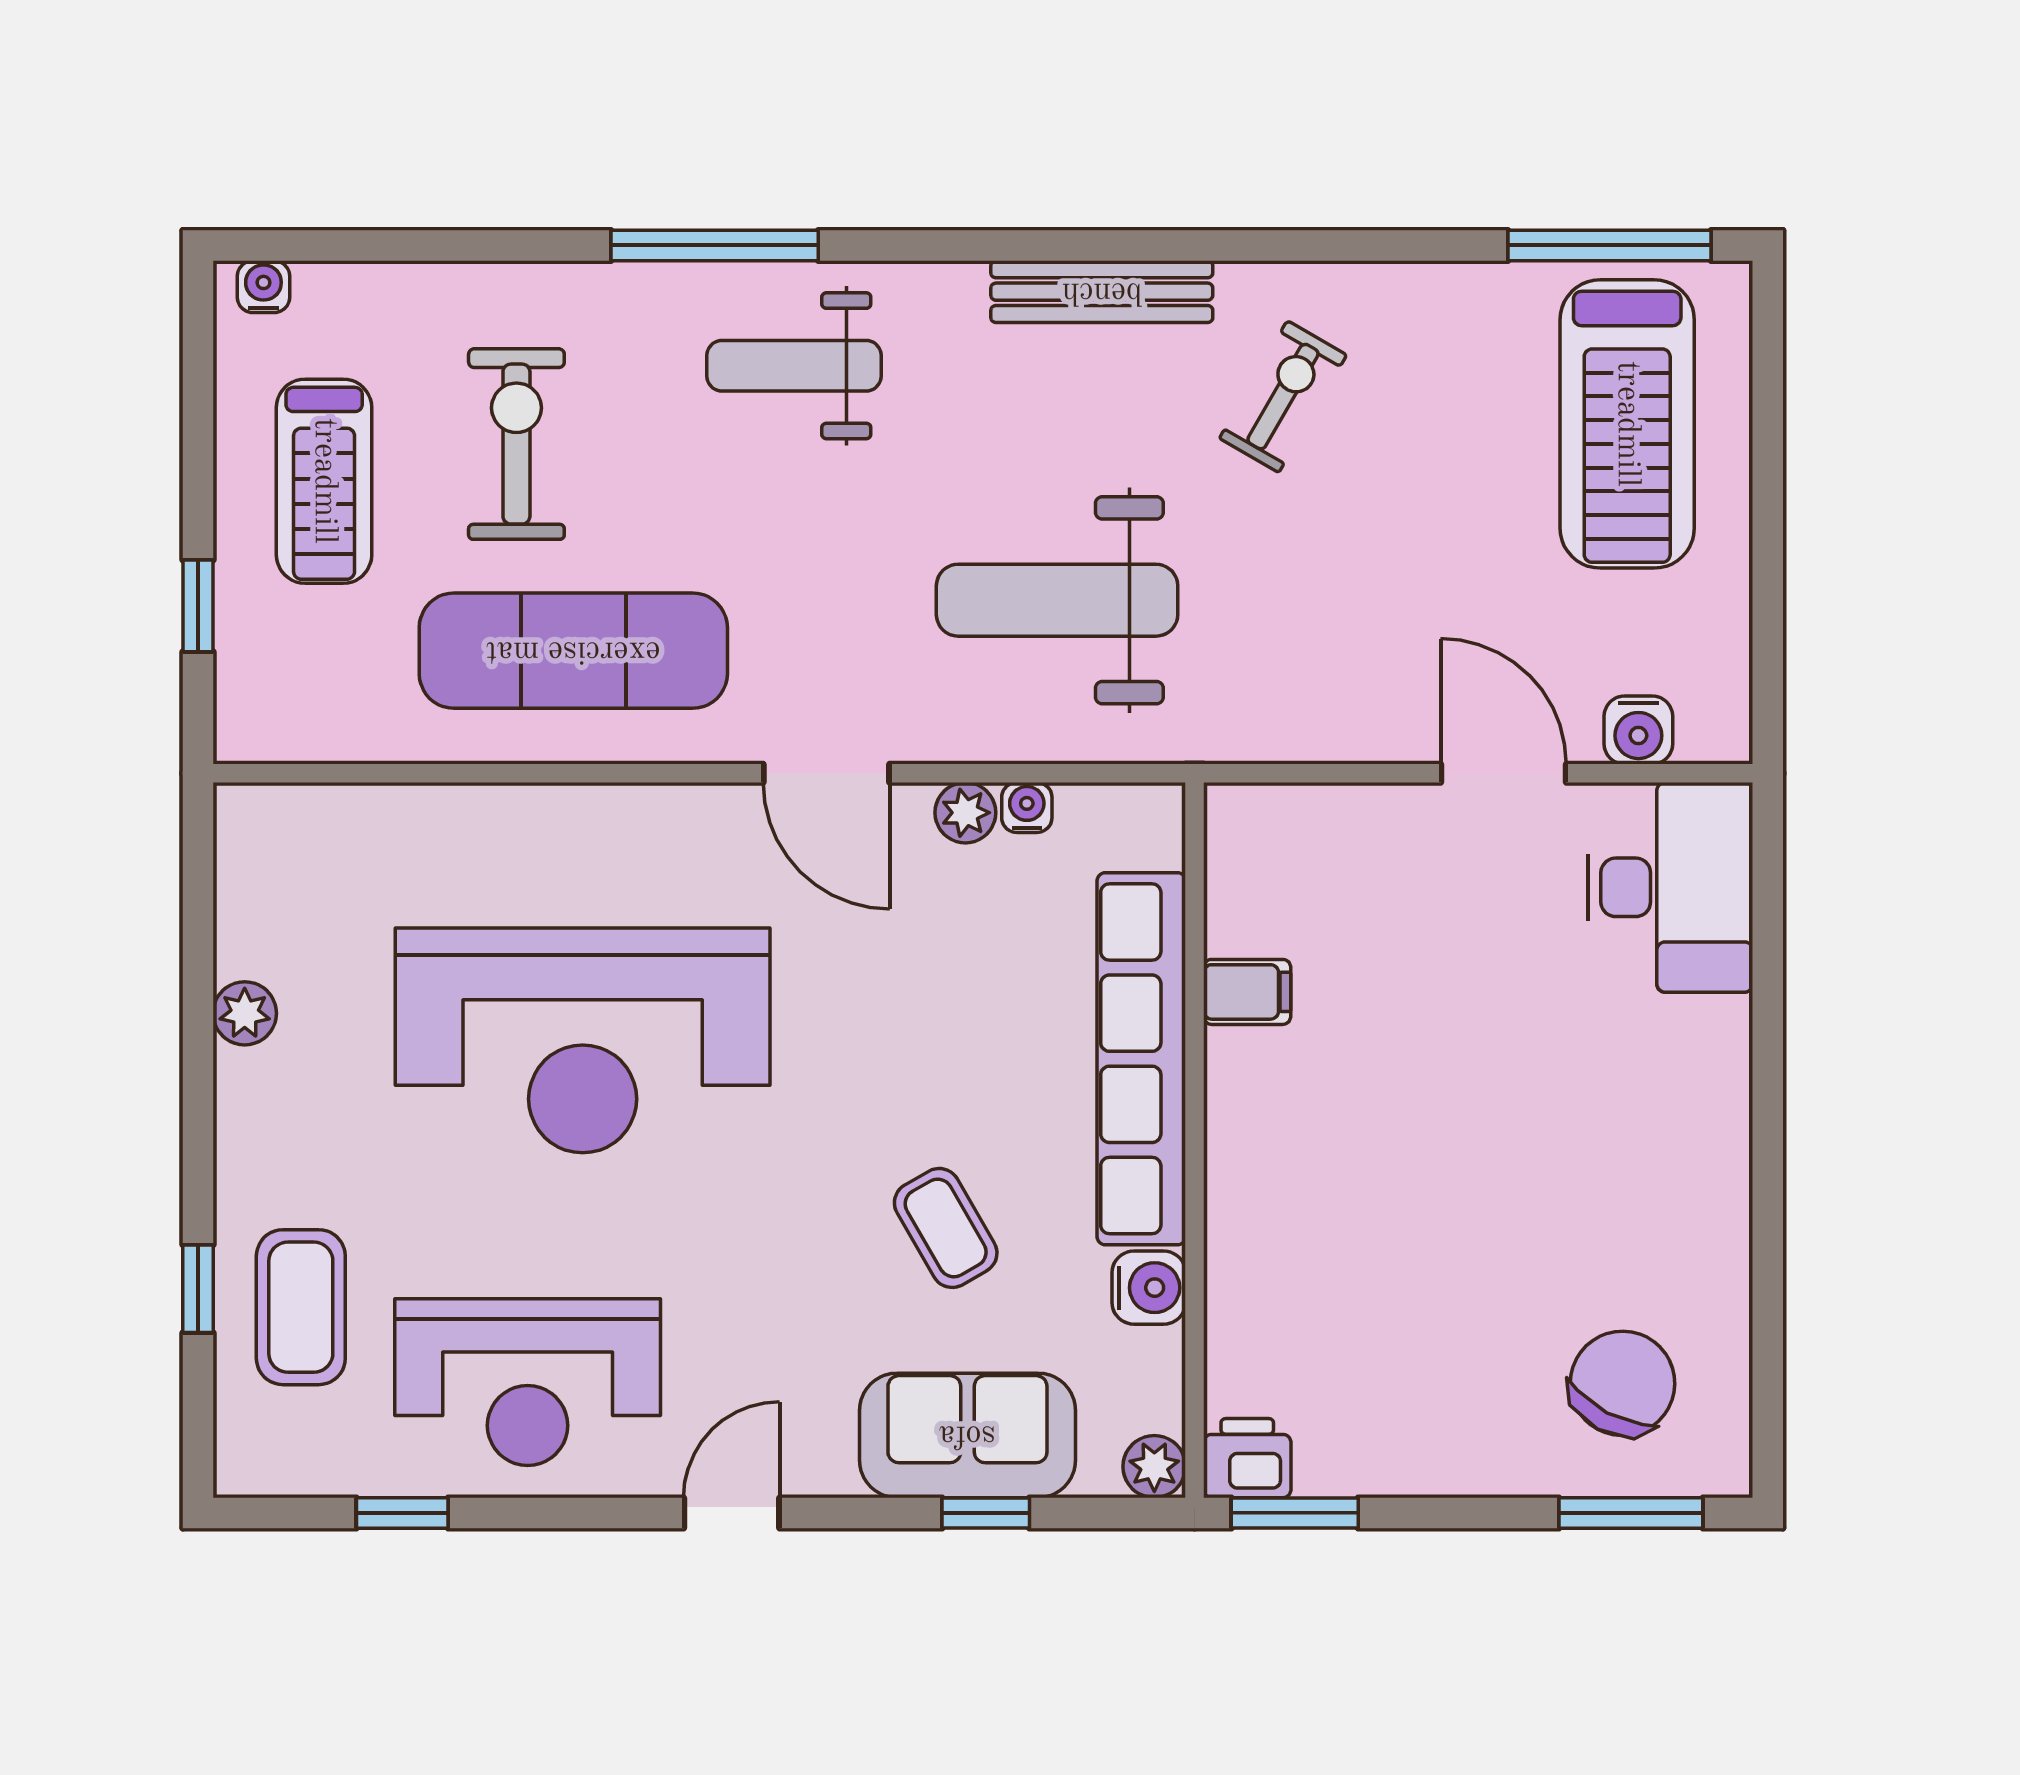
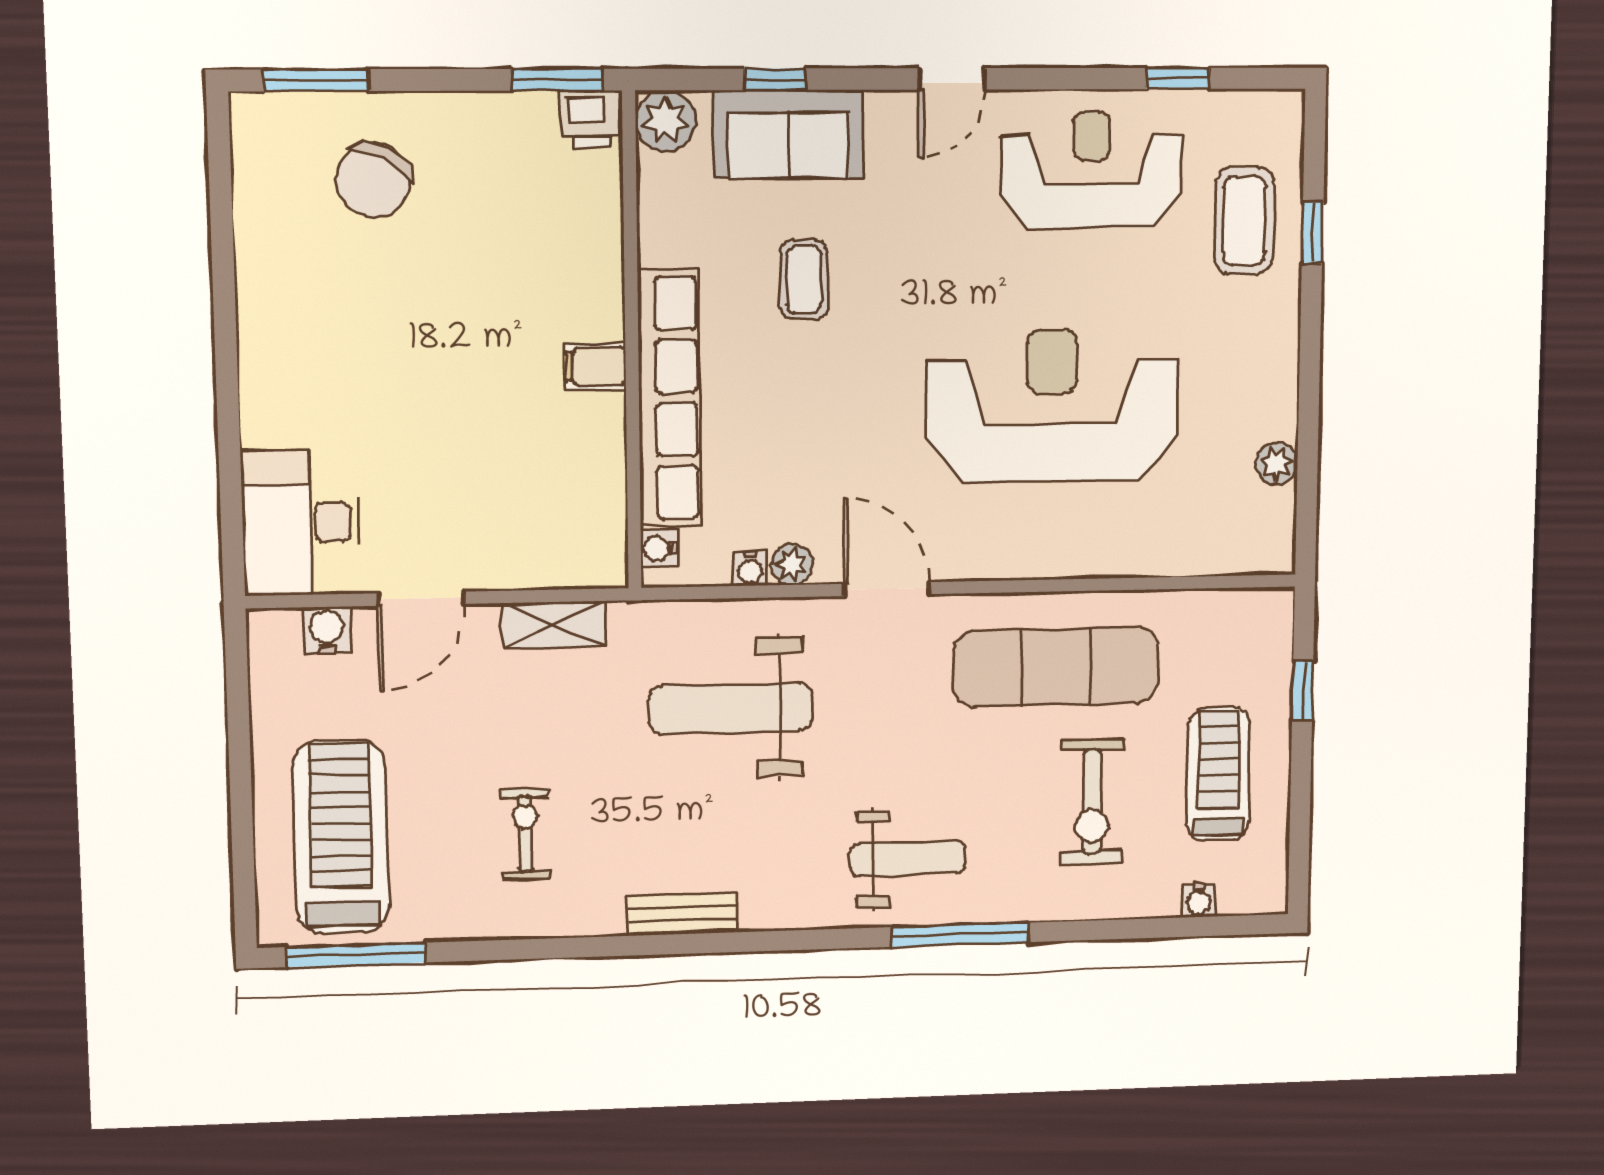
water cooler: (263, 287) -> (1198, 900), moved
bench: (1102, 292) -> (682, 914), width x0.73
exercise bike: (1283, 397) -> (525, 834), moved, turned 150
weight bench: (1057, 600) -> (730, 708), turned 180
shelving: (1312, 731) -> (554, 625), added
door: (1503, 773) -> (421, 599), hinge flipped
filing cabinet: (1247, 992) -> (595, 367), moved
plant: (245, 1013) -> (1277, 464), moved
coffee table: (946, 1228) -> (804, 279), turned 30
water cooler: (1149, 1288) -> (659, 548), moved, width x0.72, depth x0.72
chair: (1622, 1383) -> (373, 180), moved
plant: (1154, 1467) -> (665, 121), width x1.38, depth x1.38

